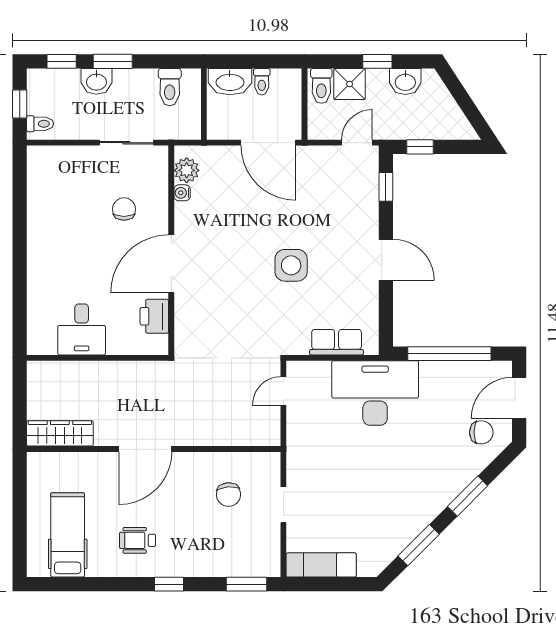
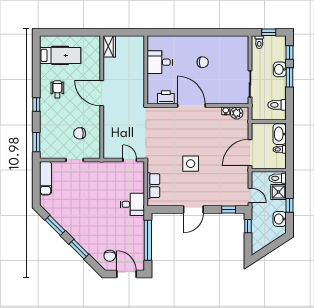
chair: (124, 209) -> (203, 62), moved
desk: (375, 393) -> (132, 204), width x0.53, depth x0.77
wardrobe: (60, 433) -> (109, 46), width x0.67

